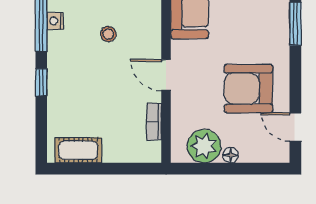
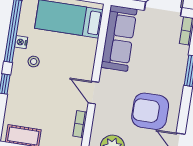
stool: (108, 34) -> (34, 62), moved

